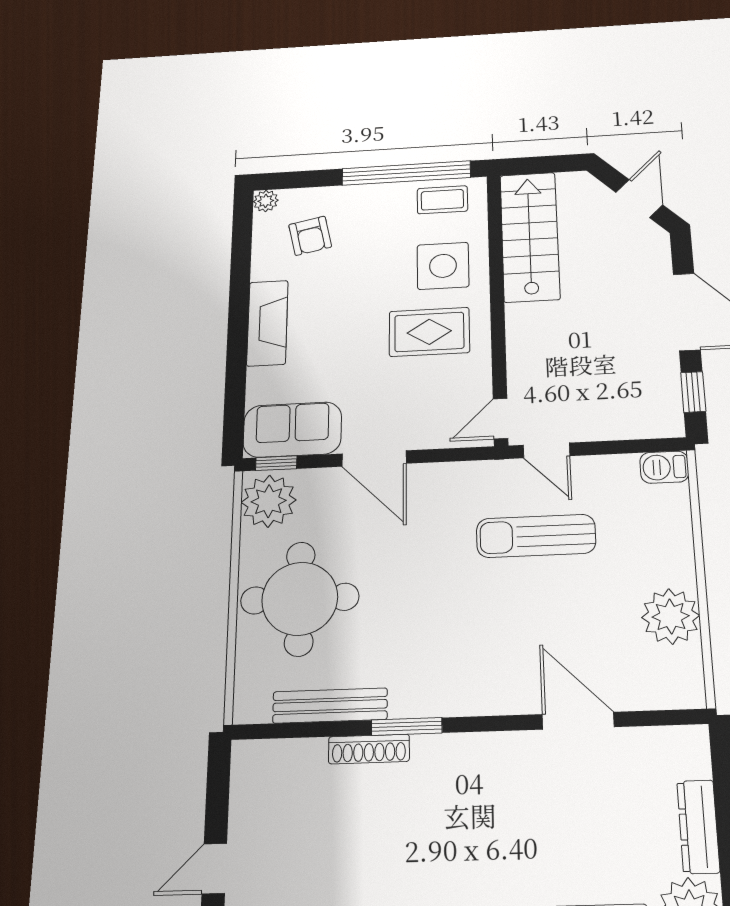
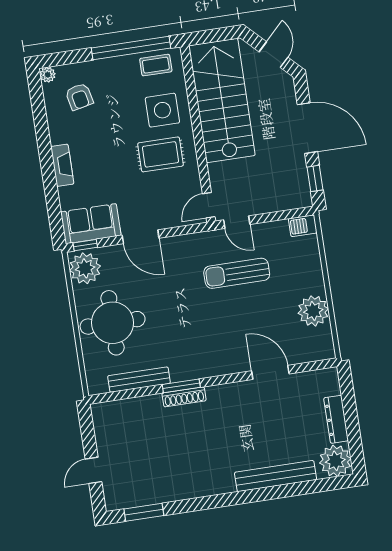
stairs: (530, 237) -> (222, 100), width x1.36, depth x1.51
fireplace: (267, 323) -> (62, 165), width x0.73, depth x0.76
shoe rack: (369, 749) -> (184, 397), moved

